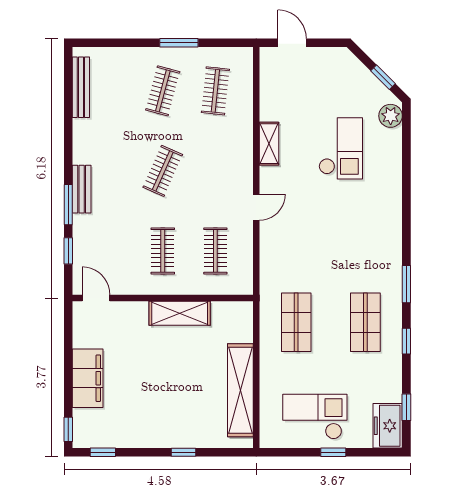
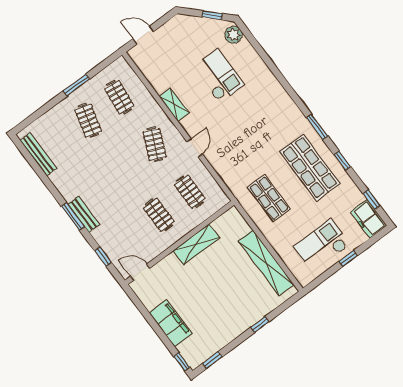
clothes rail: (163, 171) -> (155, 144), moved
window: (68, 205) -> (73, 217), moved
shop shelf: (365, 322) -> (310, 168), width x1.43, depth x1.36

